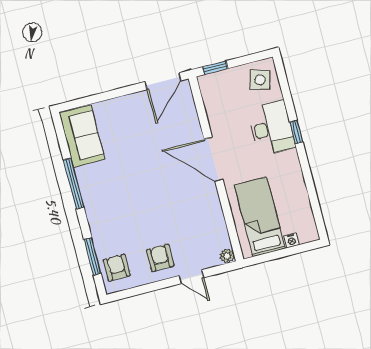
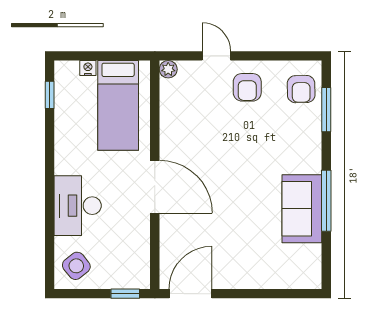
side table: (260, 80) -> (76, 266), turned 35
window: (296, 132) -> (50, 95), moved
sofa: (82, 136) -> (302, 209), moved

